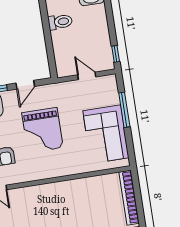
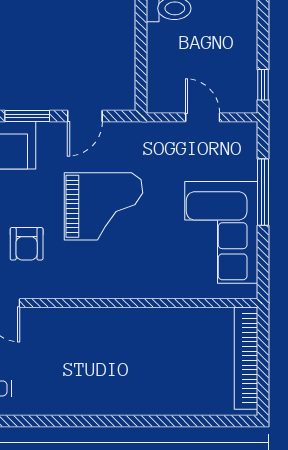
grand piano: (42, 130) -> (103, 206), turned -90

